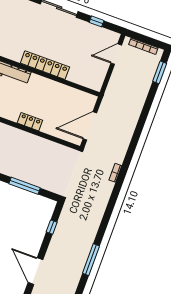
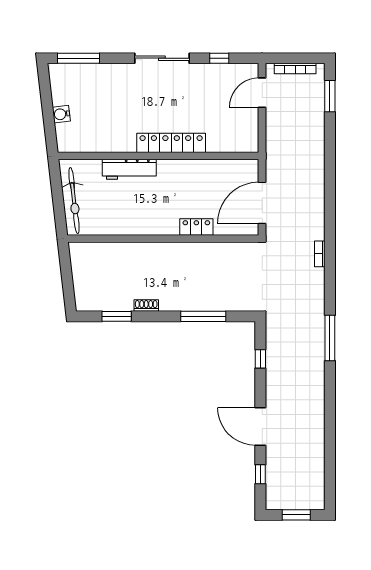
locker: (30, 122) -> (196, 227), moved
window: (91, 260) -> (330, 338), moved

